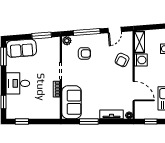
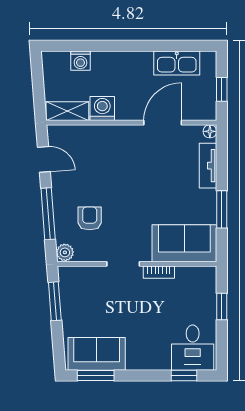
sofa: (21, 48) -> (97, 354), moved, turned -86
armchair: (122, 60) -> (102, 145), removed
desk: (18, 83) -> (193, 348), moved
window: (22, 121) -> (222, 307), moved

